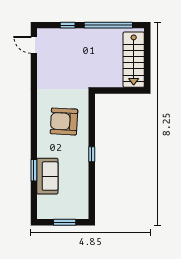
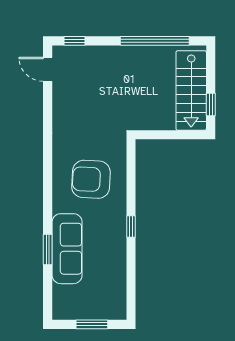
window: (68, 25) -> (75, 41), moved
window: (147, 69) -> (211, 104), added
sofa: (47, 176) -> (67, 249), width x1.36

